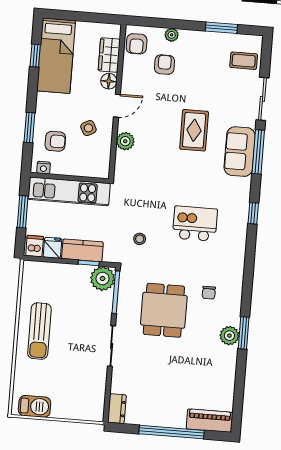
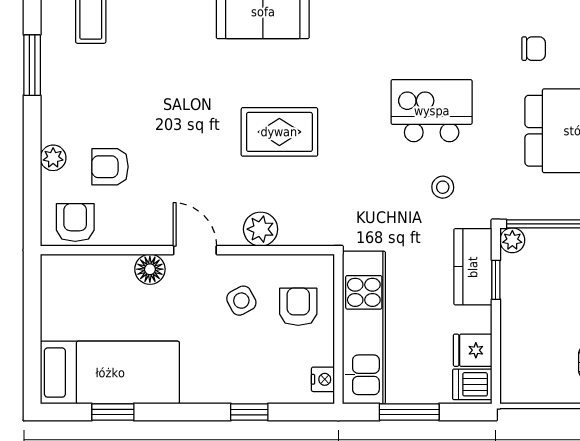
armchair: (137, 44) -> (75, 223), turned -90
wardrobe: (109, 55) -> (101, 272), removed
window: (29, 127) -> (249, 412), width x0.67
rug: (194, 130) -> (279, 132), moved
armchair: (55, 141) -> (298, 307), moved
kitchen island: (195, 224) -> (432, 111), moved, turned 90
kitchen counter: (82, 250) -> (473, 267), moved
plant: (103, 279) -> (512, 240), width x0.53, depth x0.53

